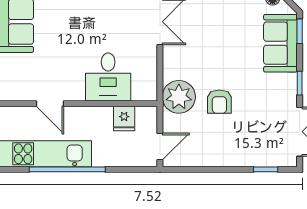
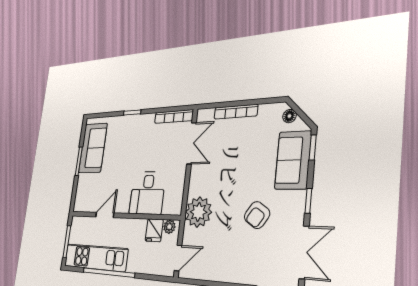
armchair: (219, 102) -> (257, 215), moved, turned 34
door: (50, 104) -> (105, 215), swing flipped
plant: (144, 114) -> (169, 227), added

